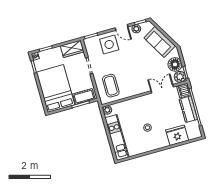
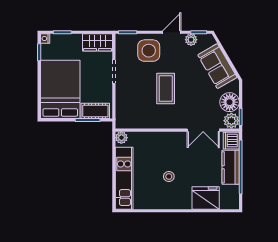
door: (122, 27) -> (172, 32), swing flipped
coffee table: (111, 86) -> (166, 89), moved
double door: (162, 89) -> (203, 130), swing flipped

